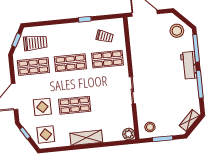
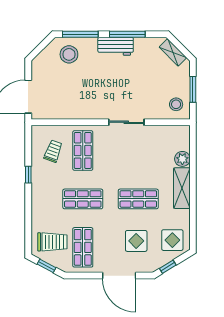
stool: (177, 31) -> (69, 54), moved
trolley: (35, 43) -> (52, 242), turned 90
shop shelf: (70, 63) -> (83, 199), turned 90
workbench: (189, 65) -> (116, 46), moved
shop shelf: (75, 105) -> (138, 199), turned 90
plant: (129, 134) -> (182, 159), moved

